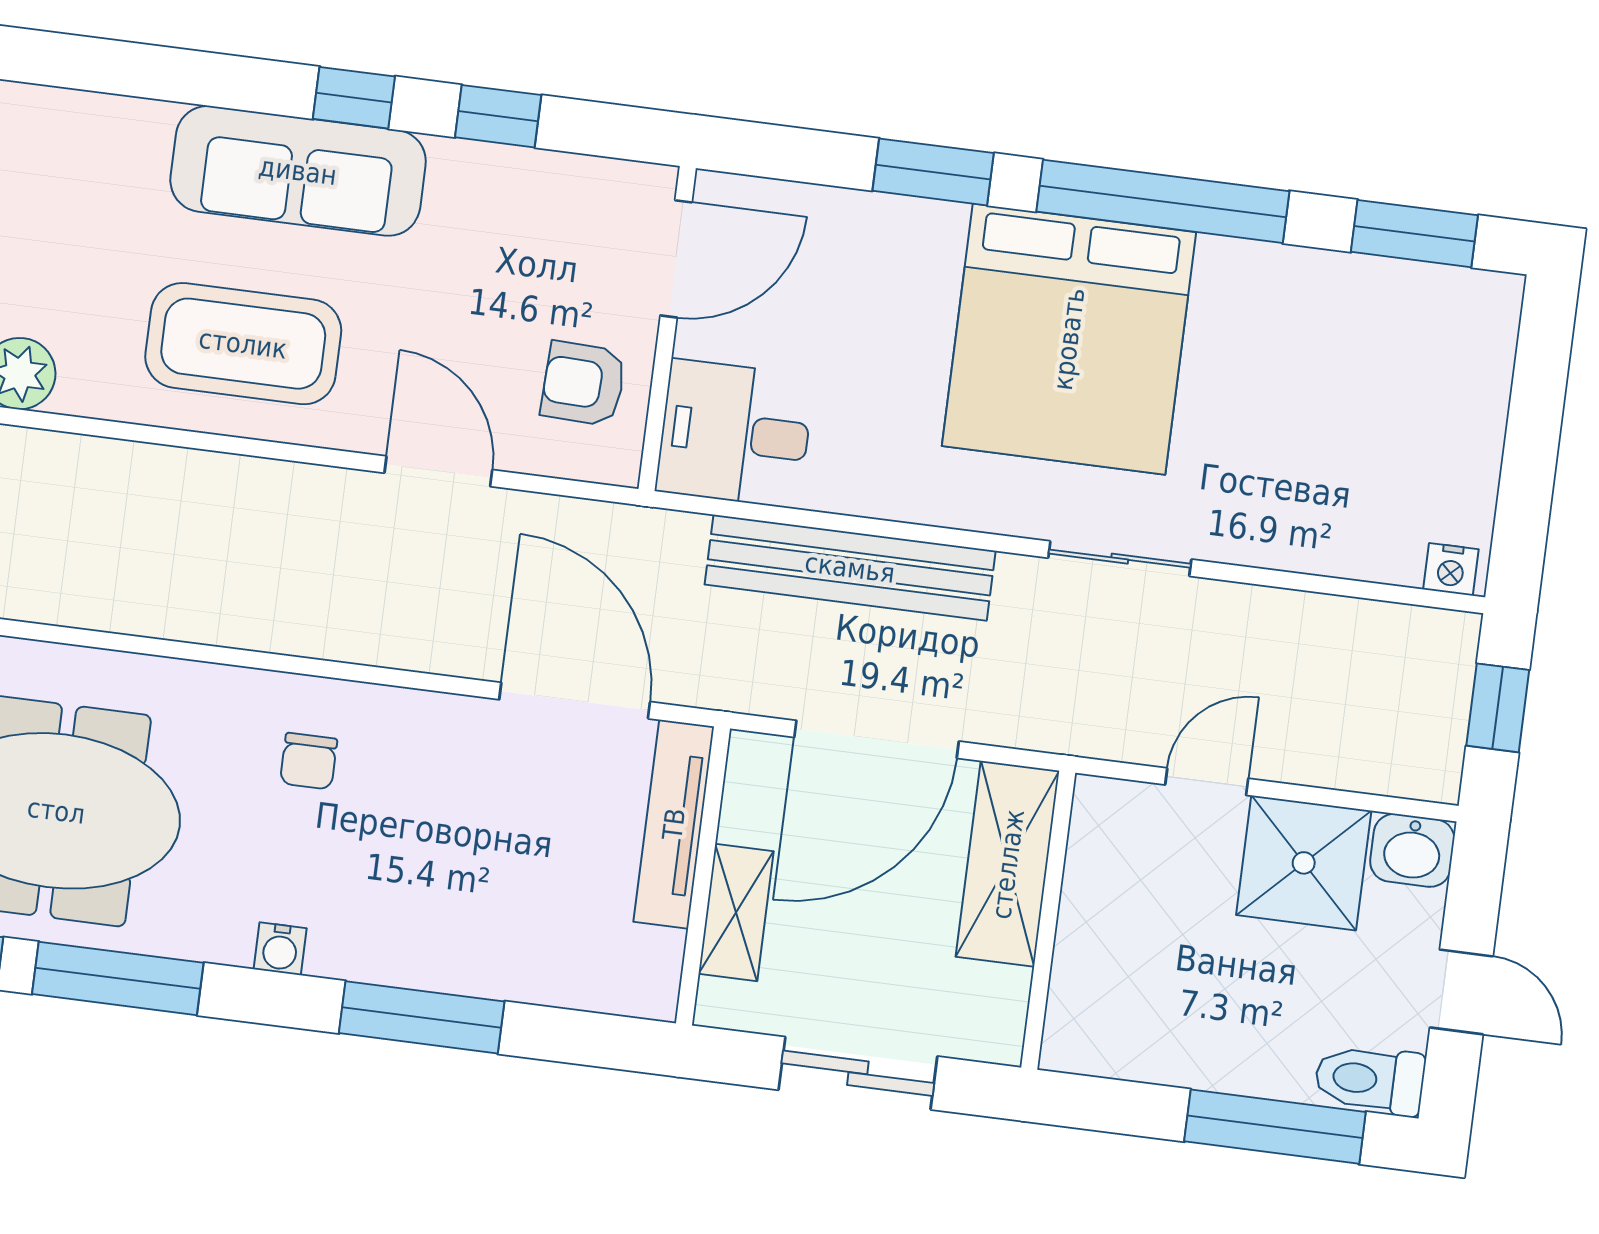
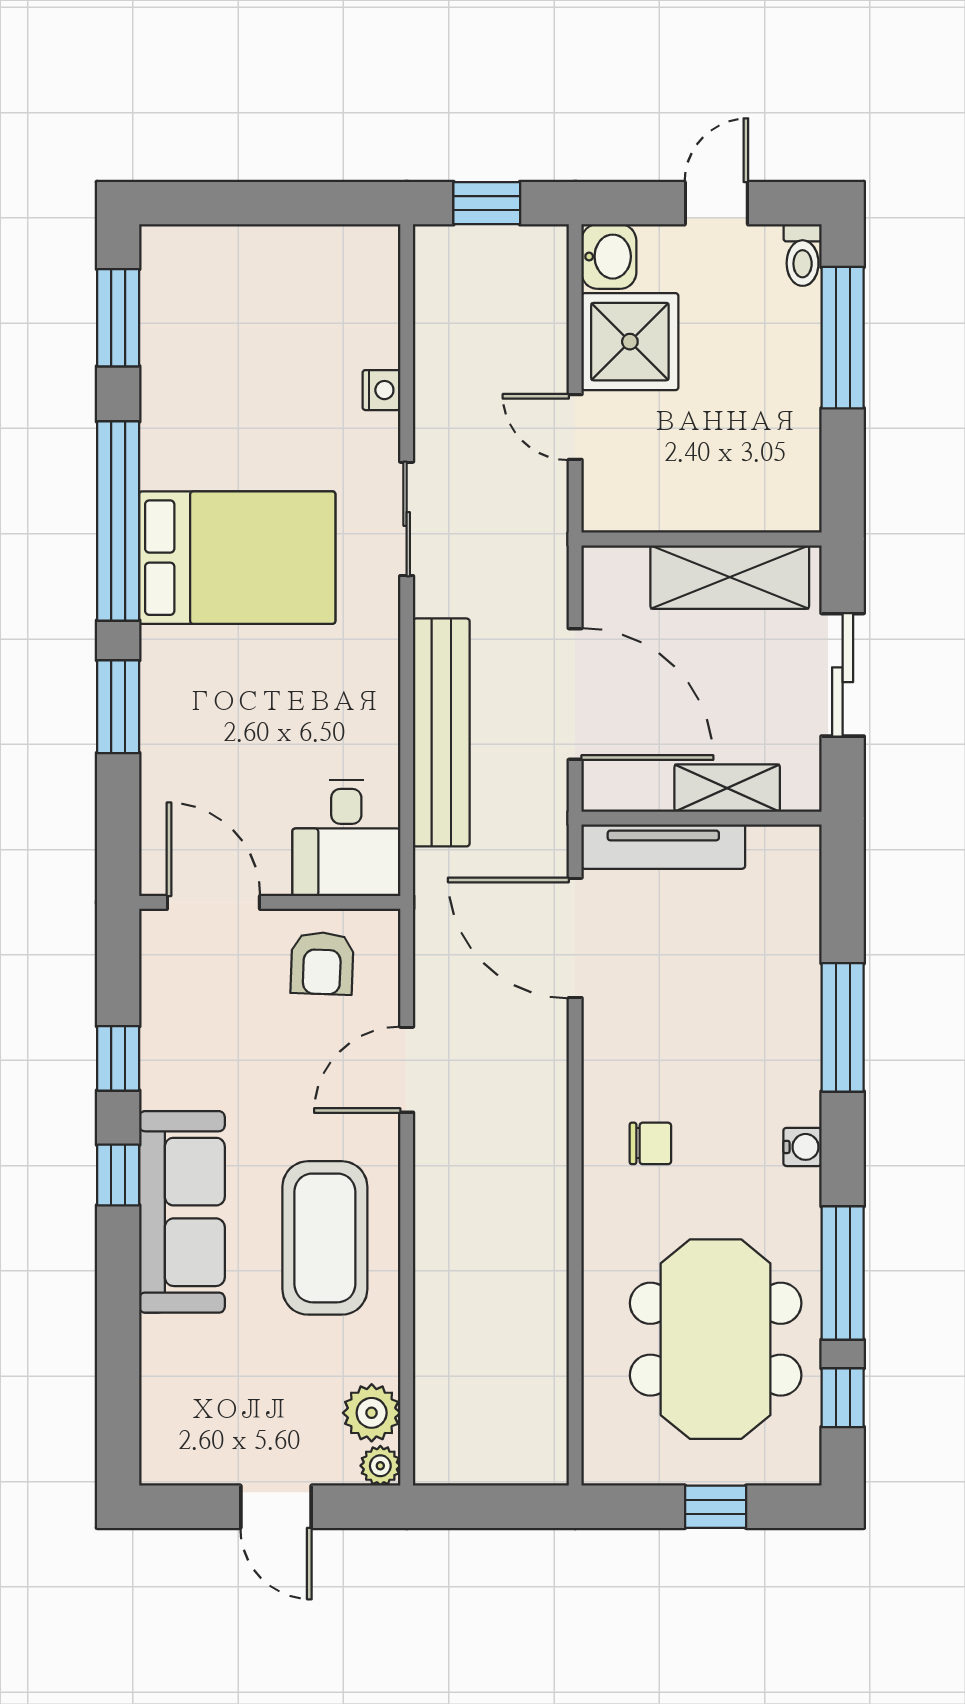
bed: (1069, 339) -> (237, 558), width x0.73
nightstand: (1451, 569) -> (381, 390), moved
door: (575, 701) -> (575, 938), hinge flipped
shelving: (1008, 864) -> (730, 577), moved
toilet: (1370, 1080) -> (803, 255), width x0.73, depth x0.72

